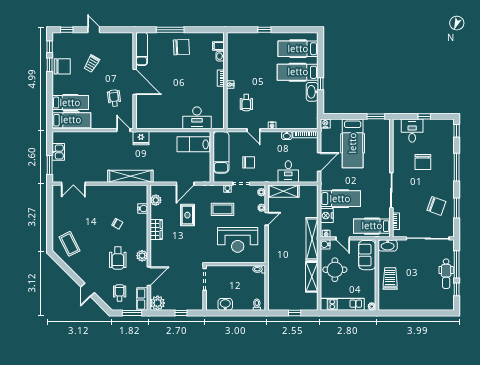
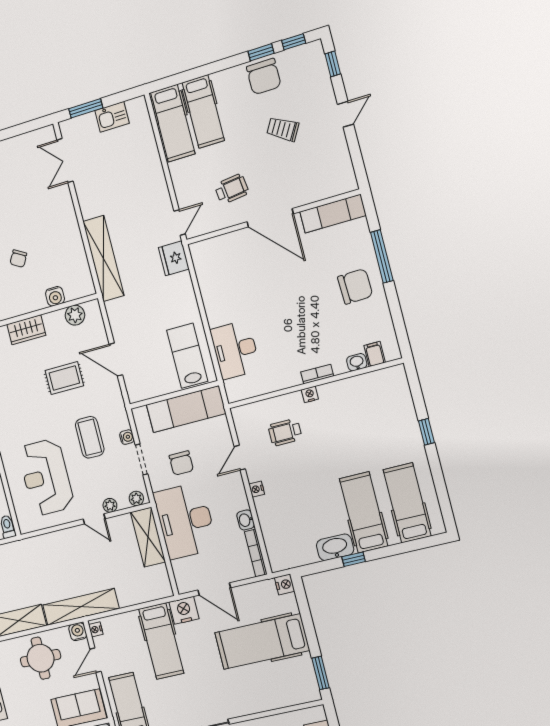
chair: (181, 47) -> (355, 286), turned -89
door: (135, 82) -> (270, 218), hinge flipped
desk: (288, 172) -> (185, 521), width x1.87, depth x1.30
nightstand: (327, 216) -> (184, 610), moved

